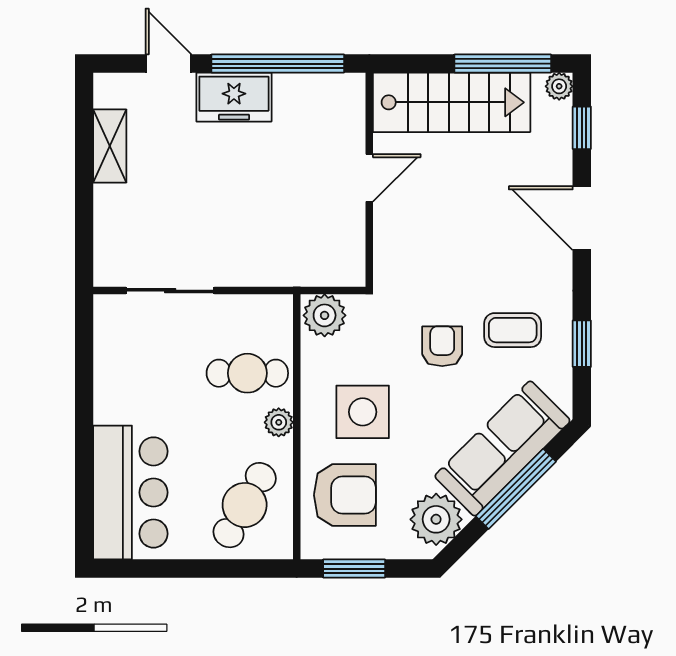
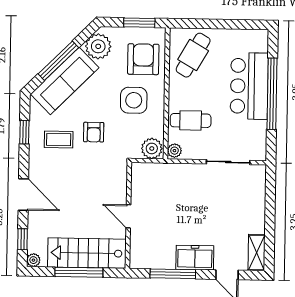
window: (278, 64) -> (173, 274), width x0.68
window: (503, 64) -> (79, 272), moved
shelving: (110, 146) -> (257, 253), moved
door: (369, 178) -> (128, 216), hinge flipped
plant: (279, 422) -> (174, 151), moved
window: (84, 430) -> (272, 94), added
bar counter: (130, 492) -> (249, 86), moved
armchair: (345, 495) -> (143, 59), turned 90

